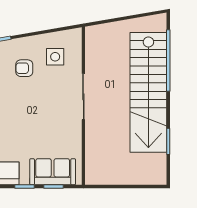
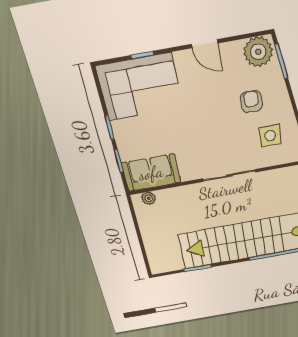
plant: (91, 170) -> (149, 198), added
sofa: (53, 172) -> (151, 173), moved, turned -90

